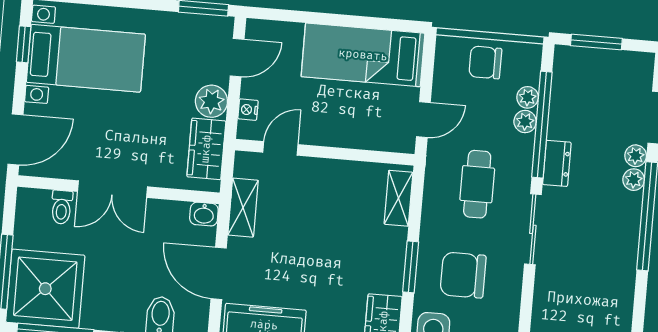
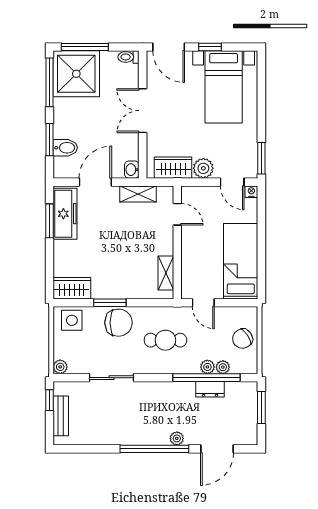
window: (24, 44) -> (210, 47), moved
chair: (485, 62) -> (243, 339), turned -124
nightstand: (248, 110) -> (251, 192), moved
plant: (636, 156) -> (192, 438), removed
dresser: (557, 163) -> (210, 389), moved
shelving: (399, 198) -> (166, 273), moved, turned 90
toilet: (62, 207) -> (128, 57), moved
sliding door: (533, 229) -> (111, 378), moved
chair: (463, 275) -> (119, 323), moved, turned 90

